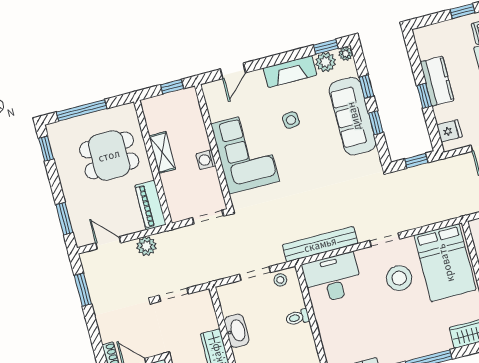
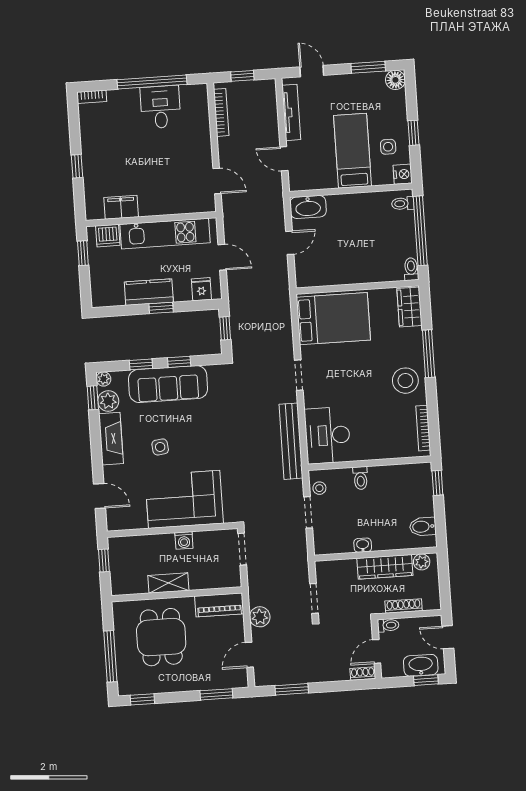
stool: (399, 278) -> (405, 381), moved
washbasin: (237, 331) -> (363, 545), width x0.52, depth x0.69

